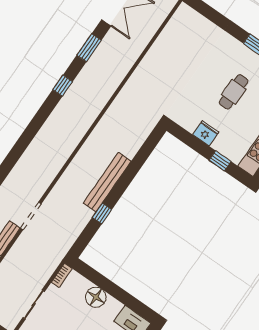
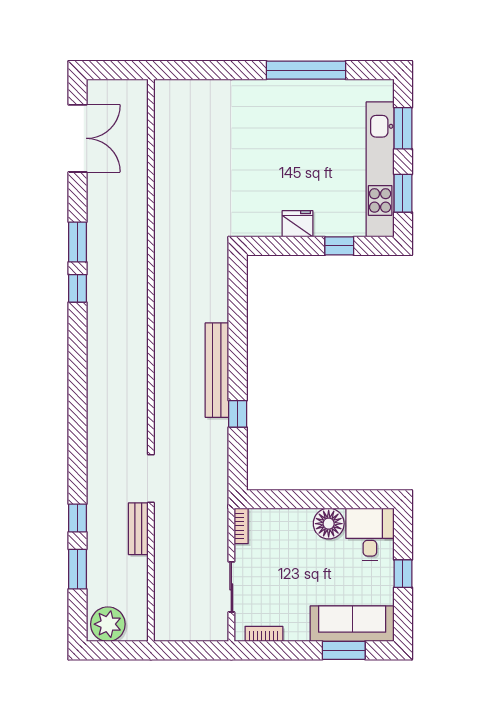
window: (89, 48) -> (78, 242), moved
cafe table: (234, 92) -> (296, 148), removed
floor lamp: (96, 297) -> (329, 524), moved

